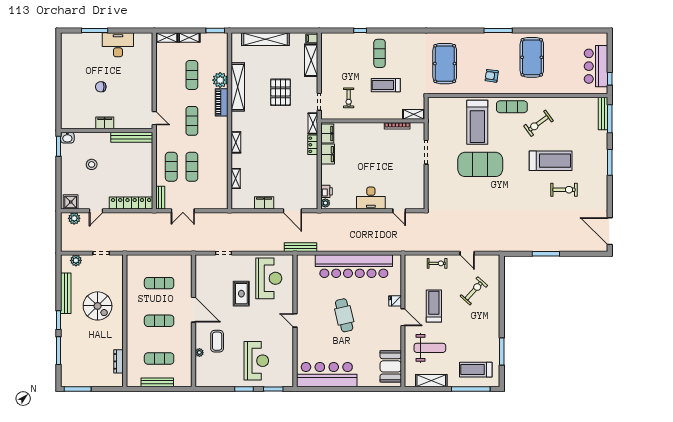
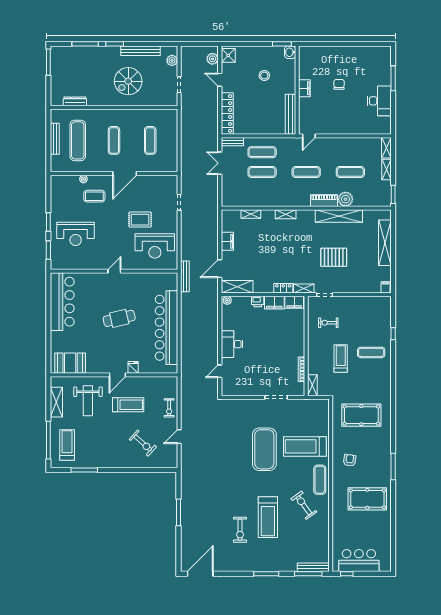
shelving: (311, 60) -> (237, 287), moved
printer: (327, 191) -> (258, 301), moved
exercise mat: (159, 359) -> (78, 140), width x1.36, depth x1.45

